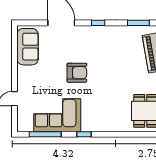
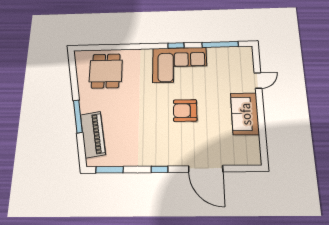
sofa: (28, 47) -> (245, 114), moved
corner sofa: (57, 115) -> (180, 65), moved

